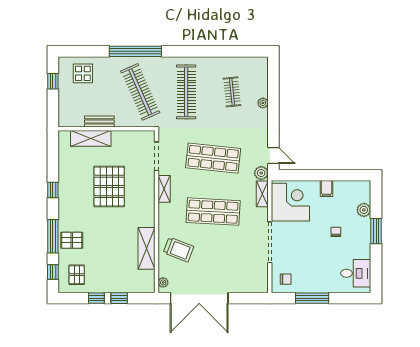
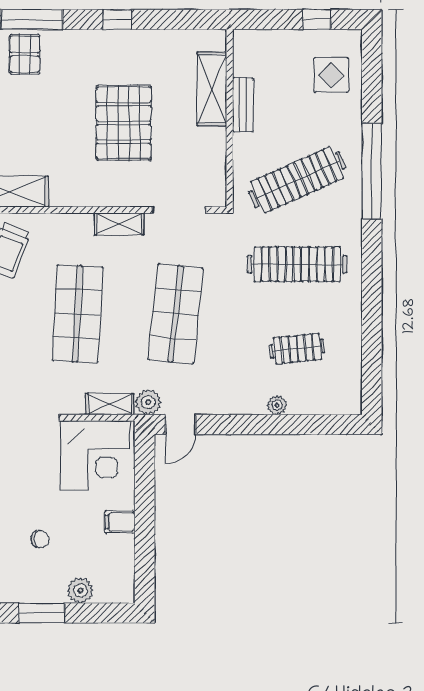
pallet: (109, 186) -> (124, 123), turned 90

